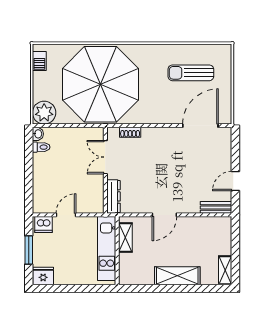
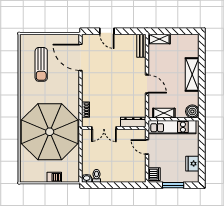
barbecue: (39, 61) -> (54, 177), moved
plant: (44, 113) -> (71, 174), removed
door: (235, 181) -> (107, 31), moved
door: (66, 215) -> (147, 147), moved
shelving: (225, 270) -> (159, 39), moved
fridge: (43, 276) -> (192, 164), moved
boiler: (128, 276) -> (192, 111), added

